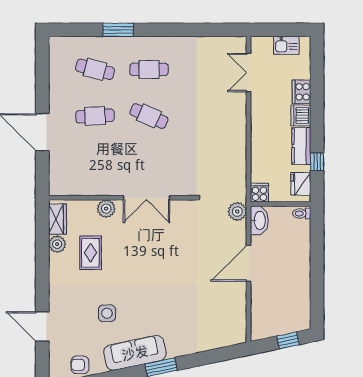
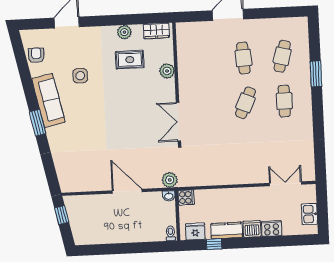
double door: (147, 198) -> (178, 122), moved
washbasin: (259, 220) -> (169, 196), width x0.52, depth x0.69
plant: (57, 244) -> (124, 32), moved
window: (288, 340) -> (62, 215), moved

